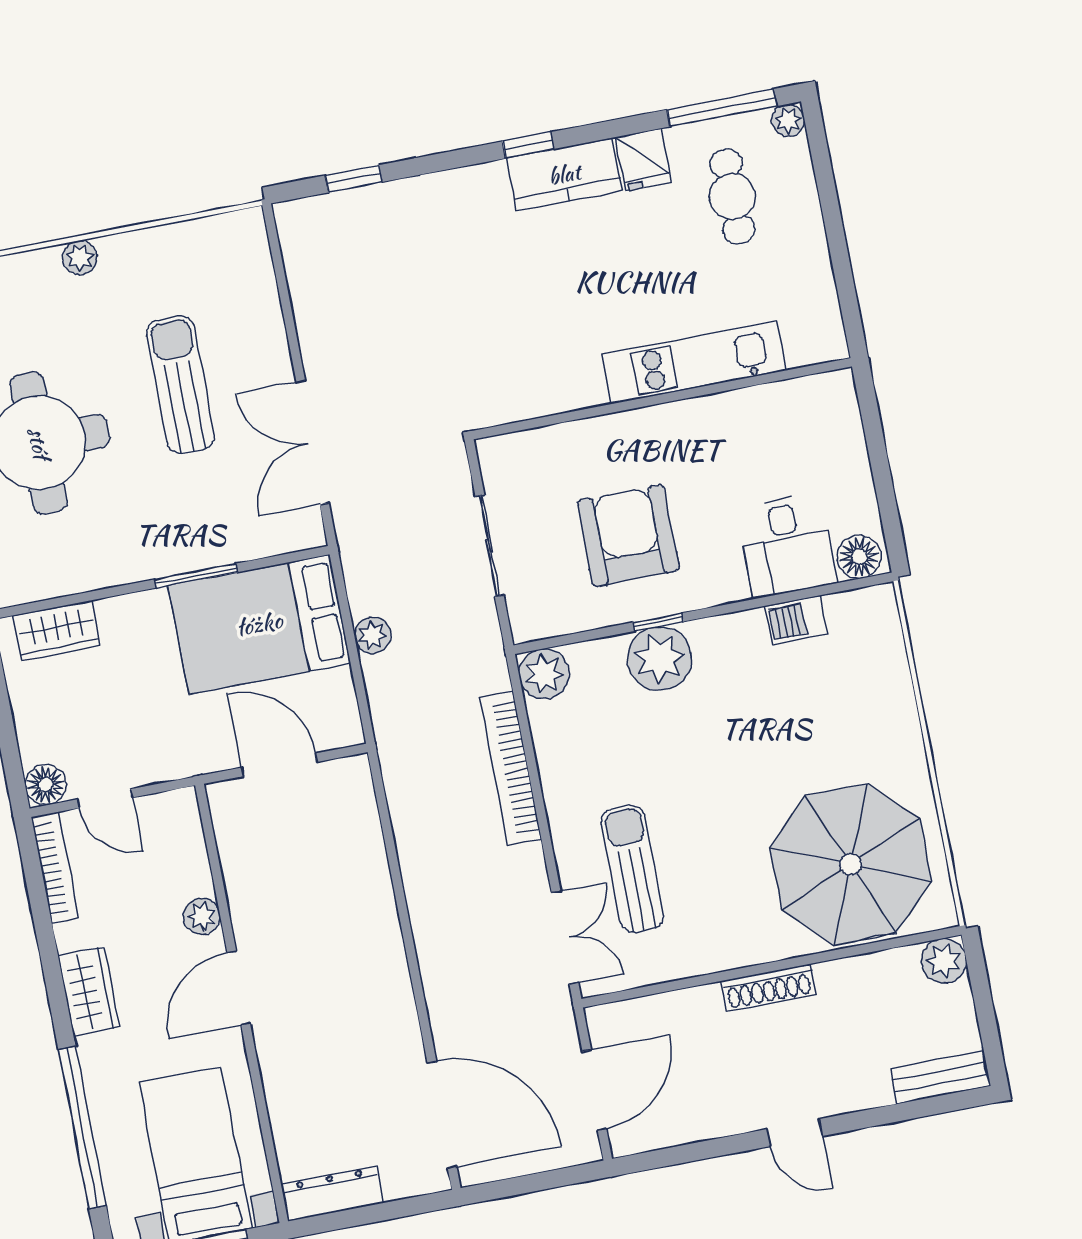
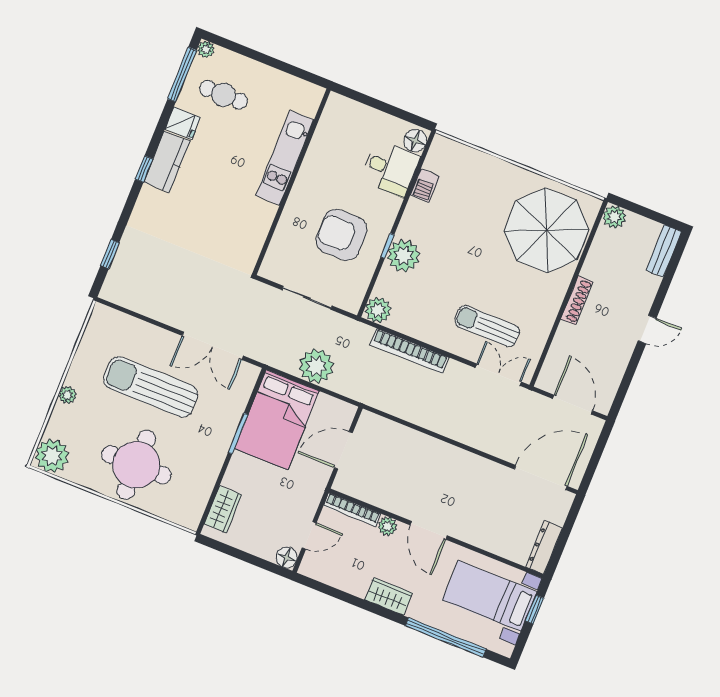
sun lounger: (180, 385) -> (151, 387), width x1.36, depth x1.34
plant: (373, 635) -> (316, 366), width x1.87, depth x1.87
bookcase: (55, 867) -> (352, 510), moved, turned 180

